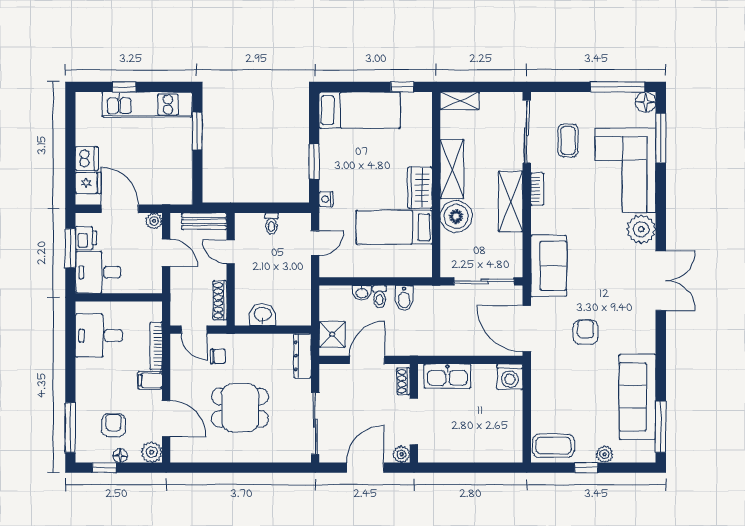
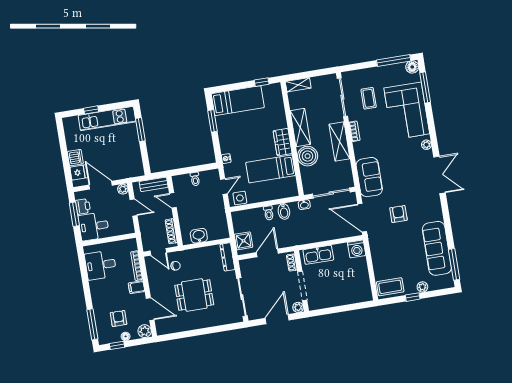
window: (314, 162) -> (212, 121), moved
plant: (641, 229) -> (426, 145), width x0.53, depth x0.53
side table: (338, 265) -> (240, 198), added
washbasin: (362, 293) -> (304, 205), moved

